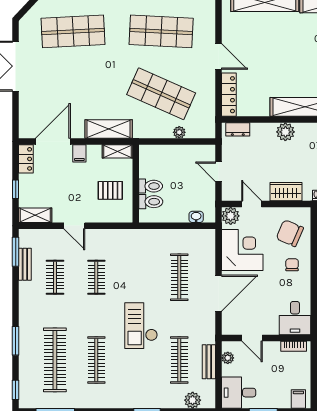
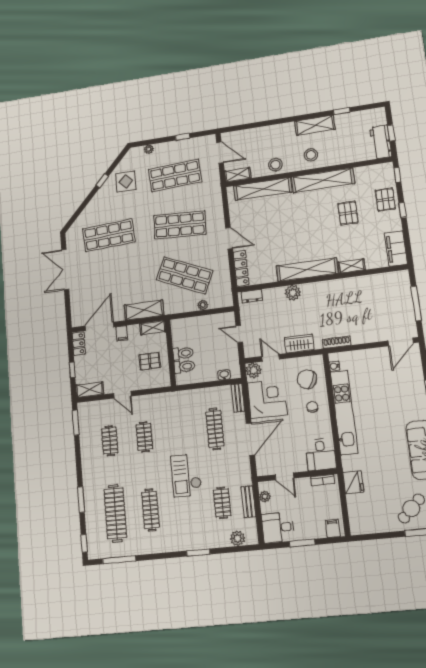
bench: (25, 264) -> (238, 398), moved
clothes rail: (179, 360) -> (222, 503), width x0.73

